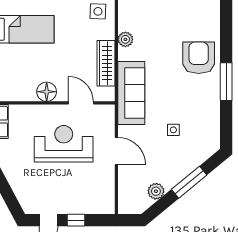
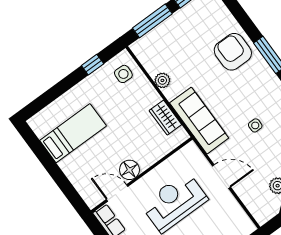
wardrobe: (106, 63) -> (165, 118), width x0.67
door: (81, 103) -> (117, 193), moved

